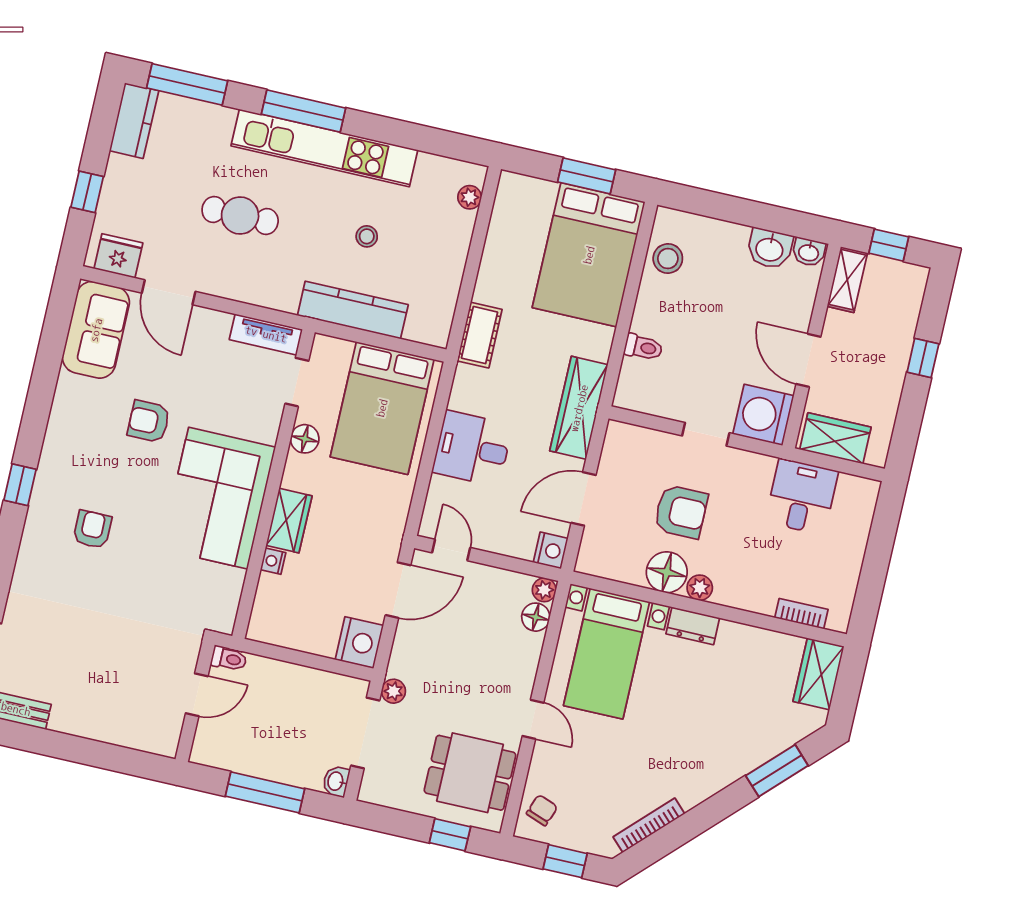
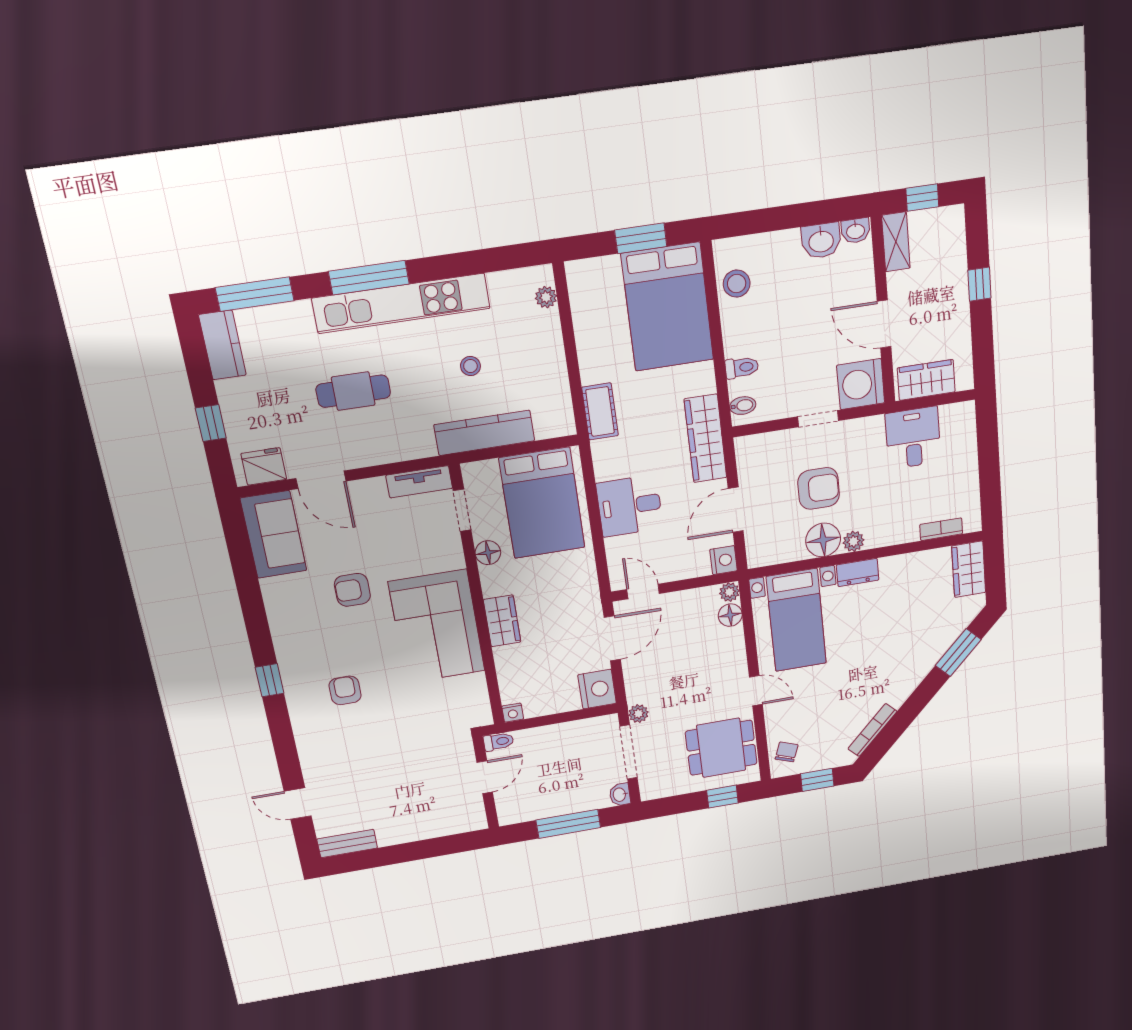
bidet: (630, 388) -> (743, 406), added
nightstand: (273, 561) -> (513, 713), moved, turned -90

